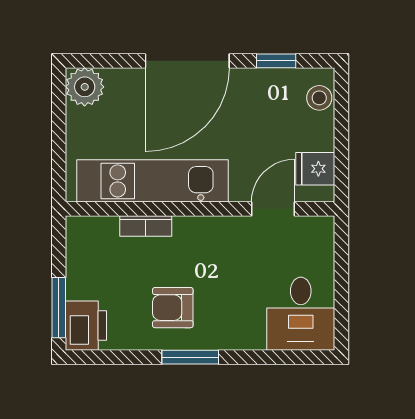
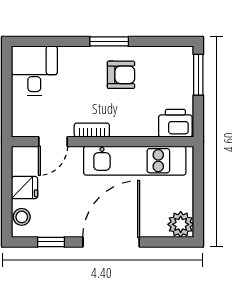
fridge: (315, 169) -> (24, 188), moved
bookcase: (146, 226) -> (92, 130), moved
printer: (86, 326) -> (175, 123), moved, turned 90

